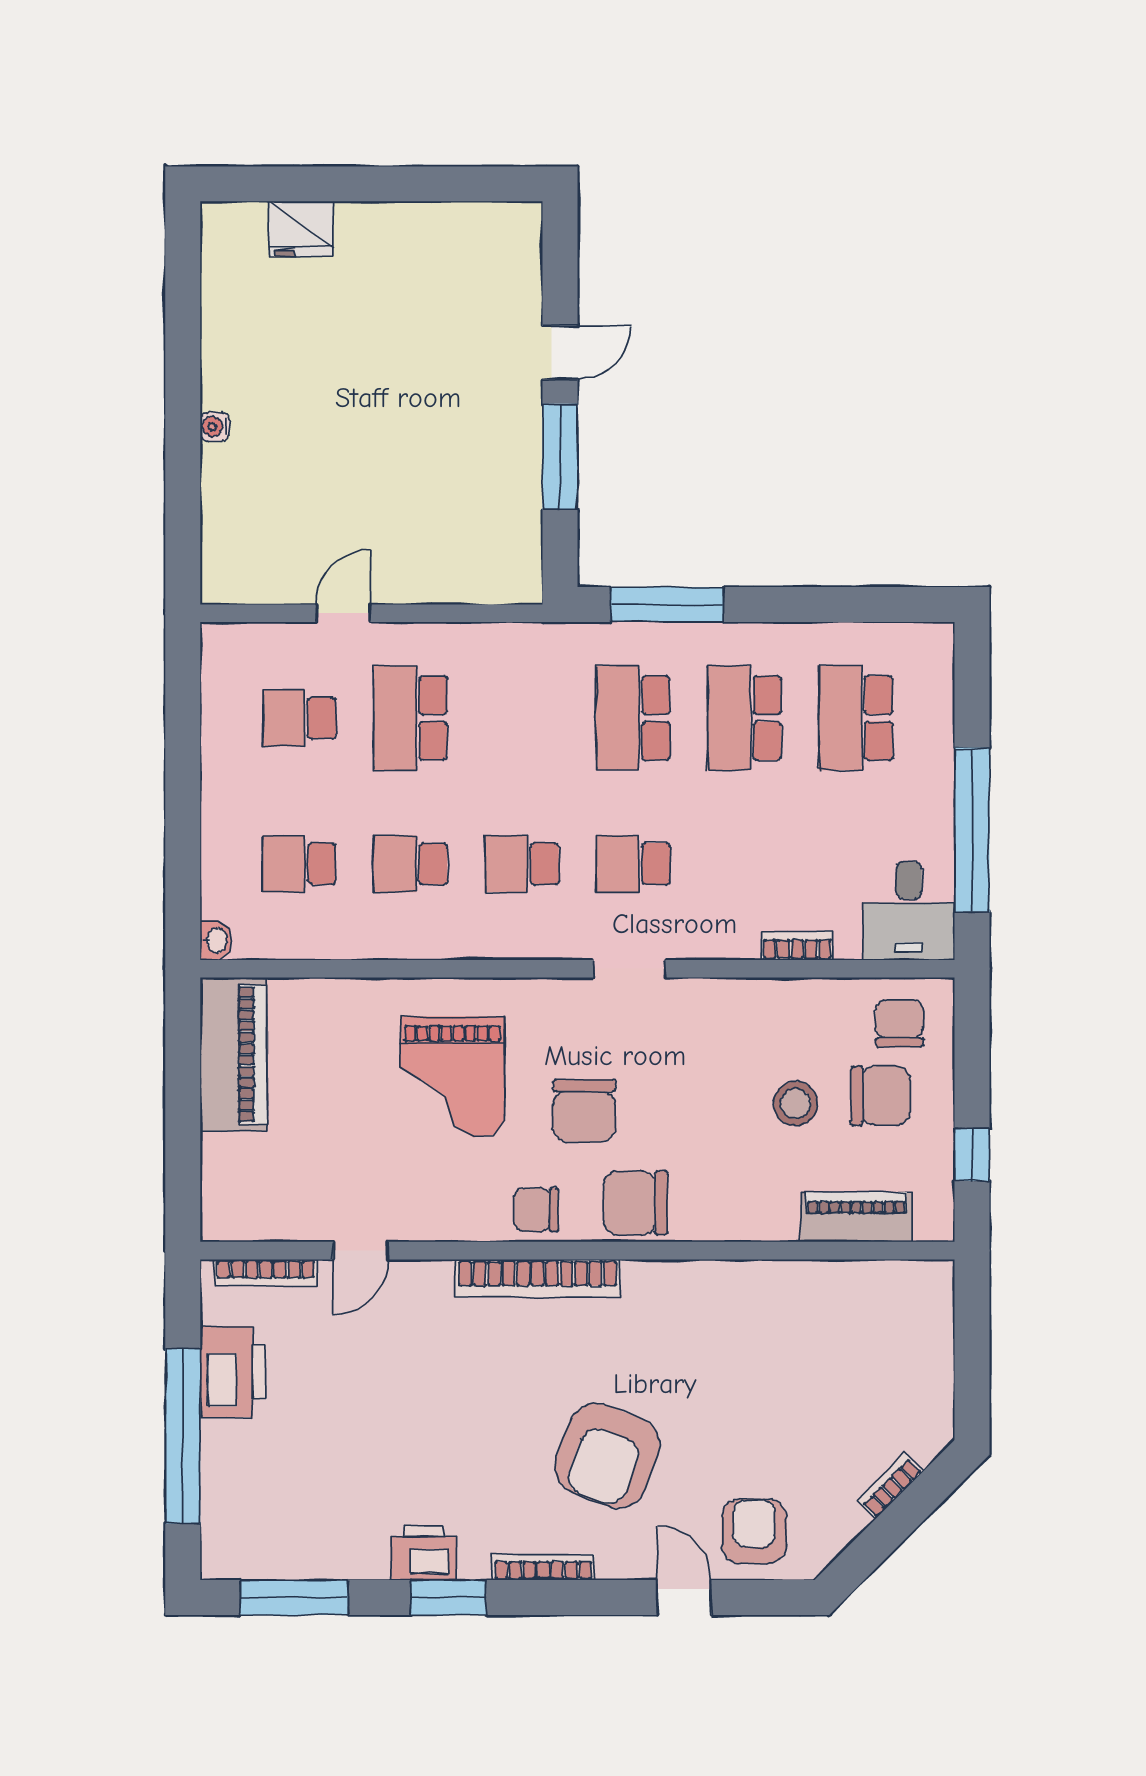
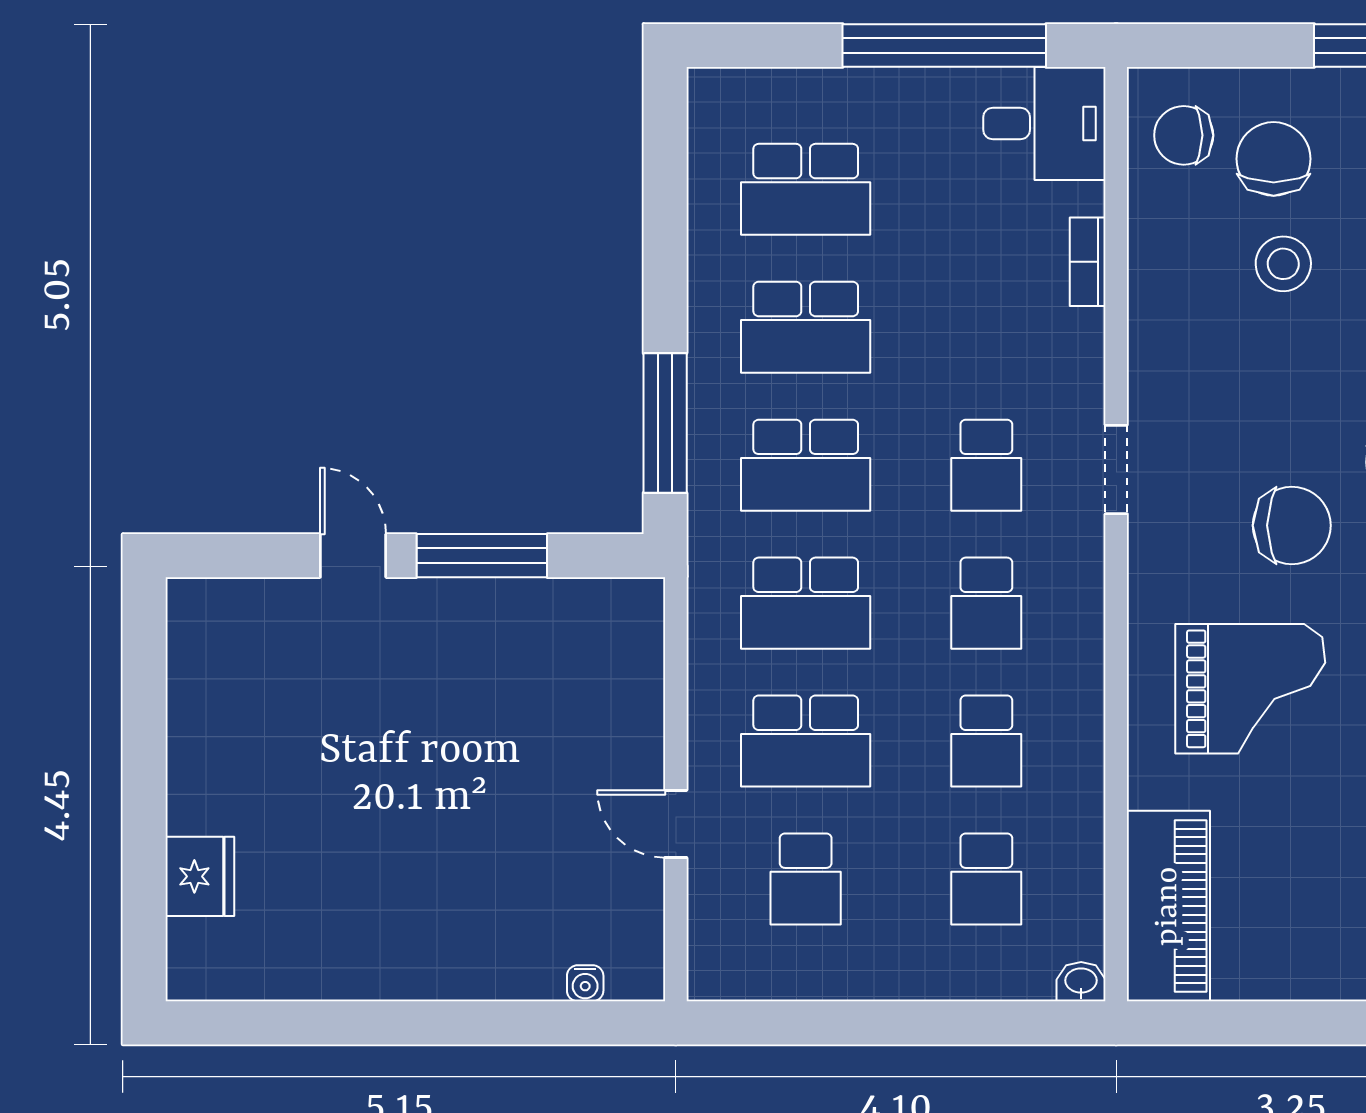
water cooler: (215, 427) -> (585, 983), moved
school desk: (522, 718) -> (806, 603), added
piano: (234, 1054) -> (1168, 906), moved, turned 90

